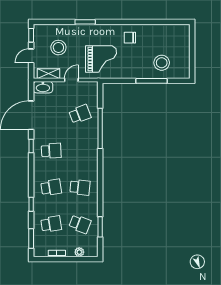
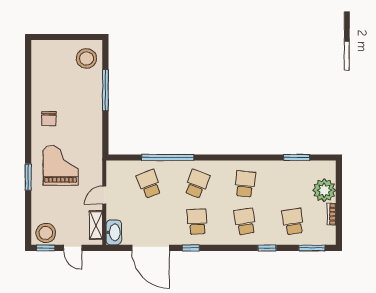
stool: (58, 48) -> (46, 233), moved
grand piano: (101, 59) -> (61, 165), moved
stool: (162, 63) -> (86, 58), moved
door: (71, 80) -> (104, 195), hinge flipped
school desk: (80, 224) -> (197, 184), moved
plant: (79, 252) -> (324, 190), width x1.88, depth x1.88

